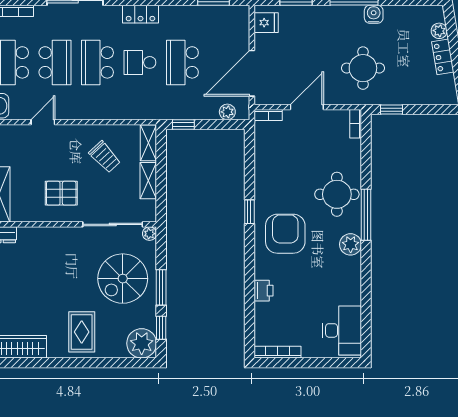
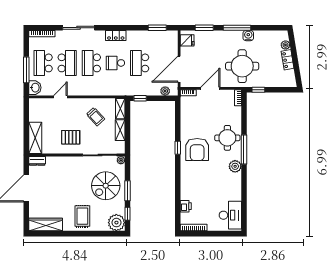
round table: (363, 68) -> (242, 66), width x1.36, depth x1.36
armchair: (285, 234) -> (197, 149), moved, turned 180
printer: (264, 291) -> (186, 206), moved

